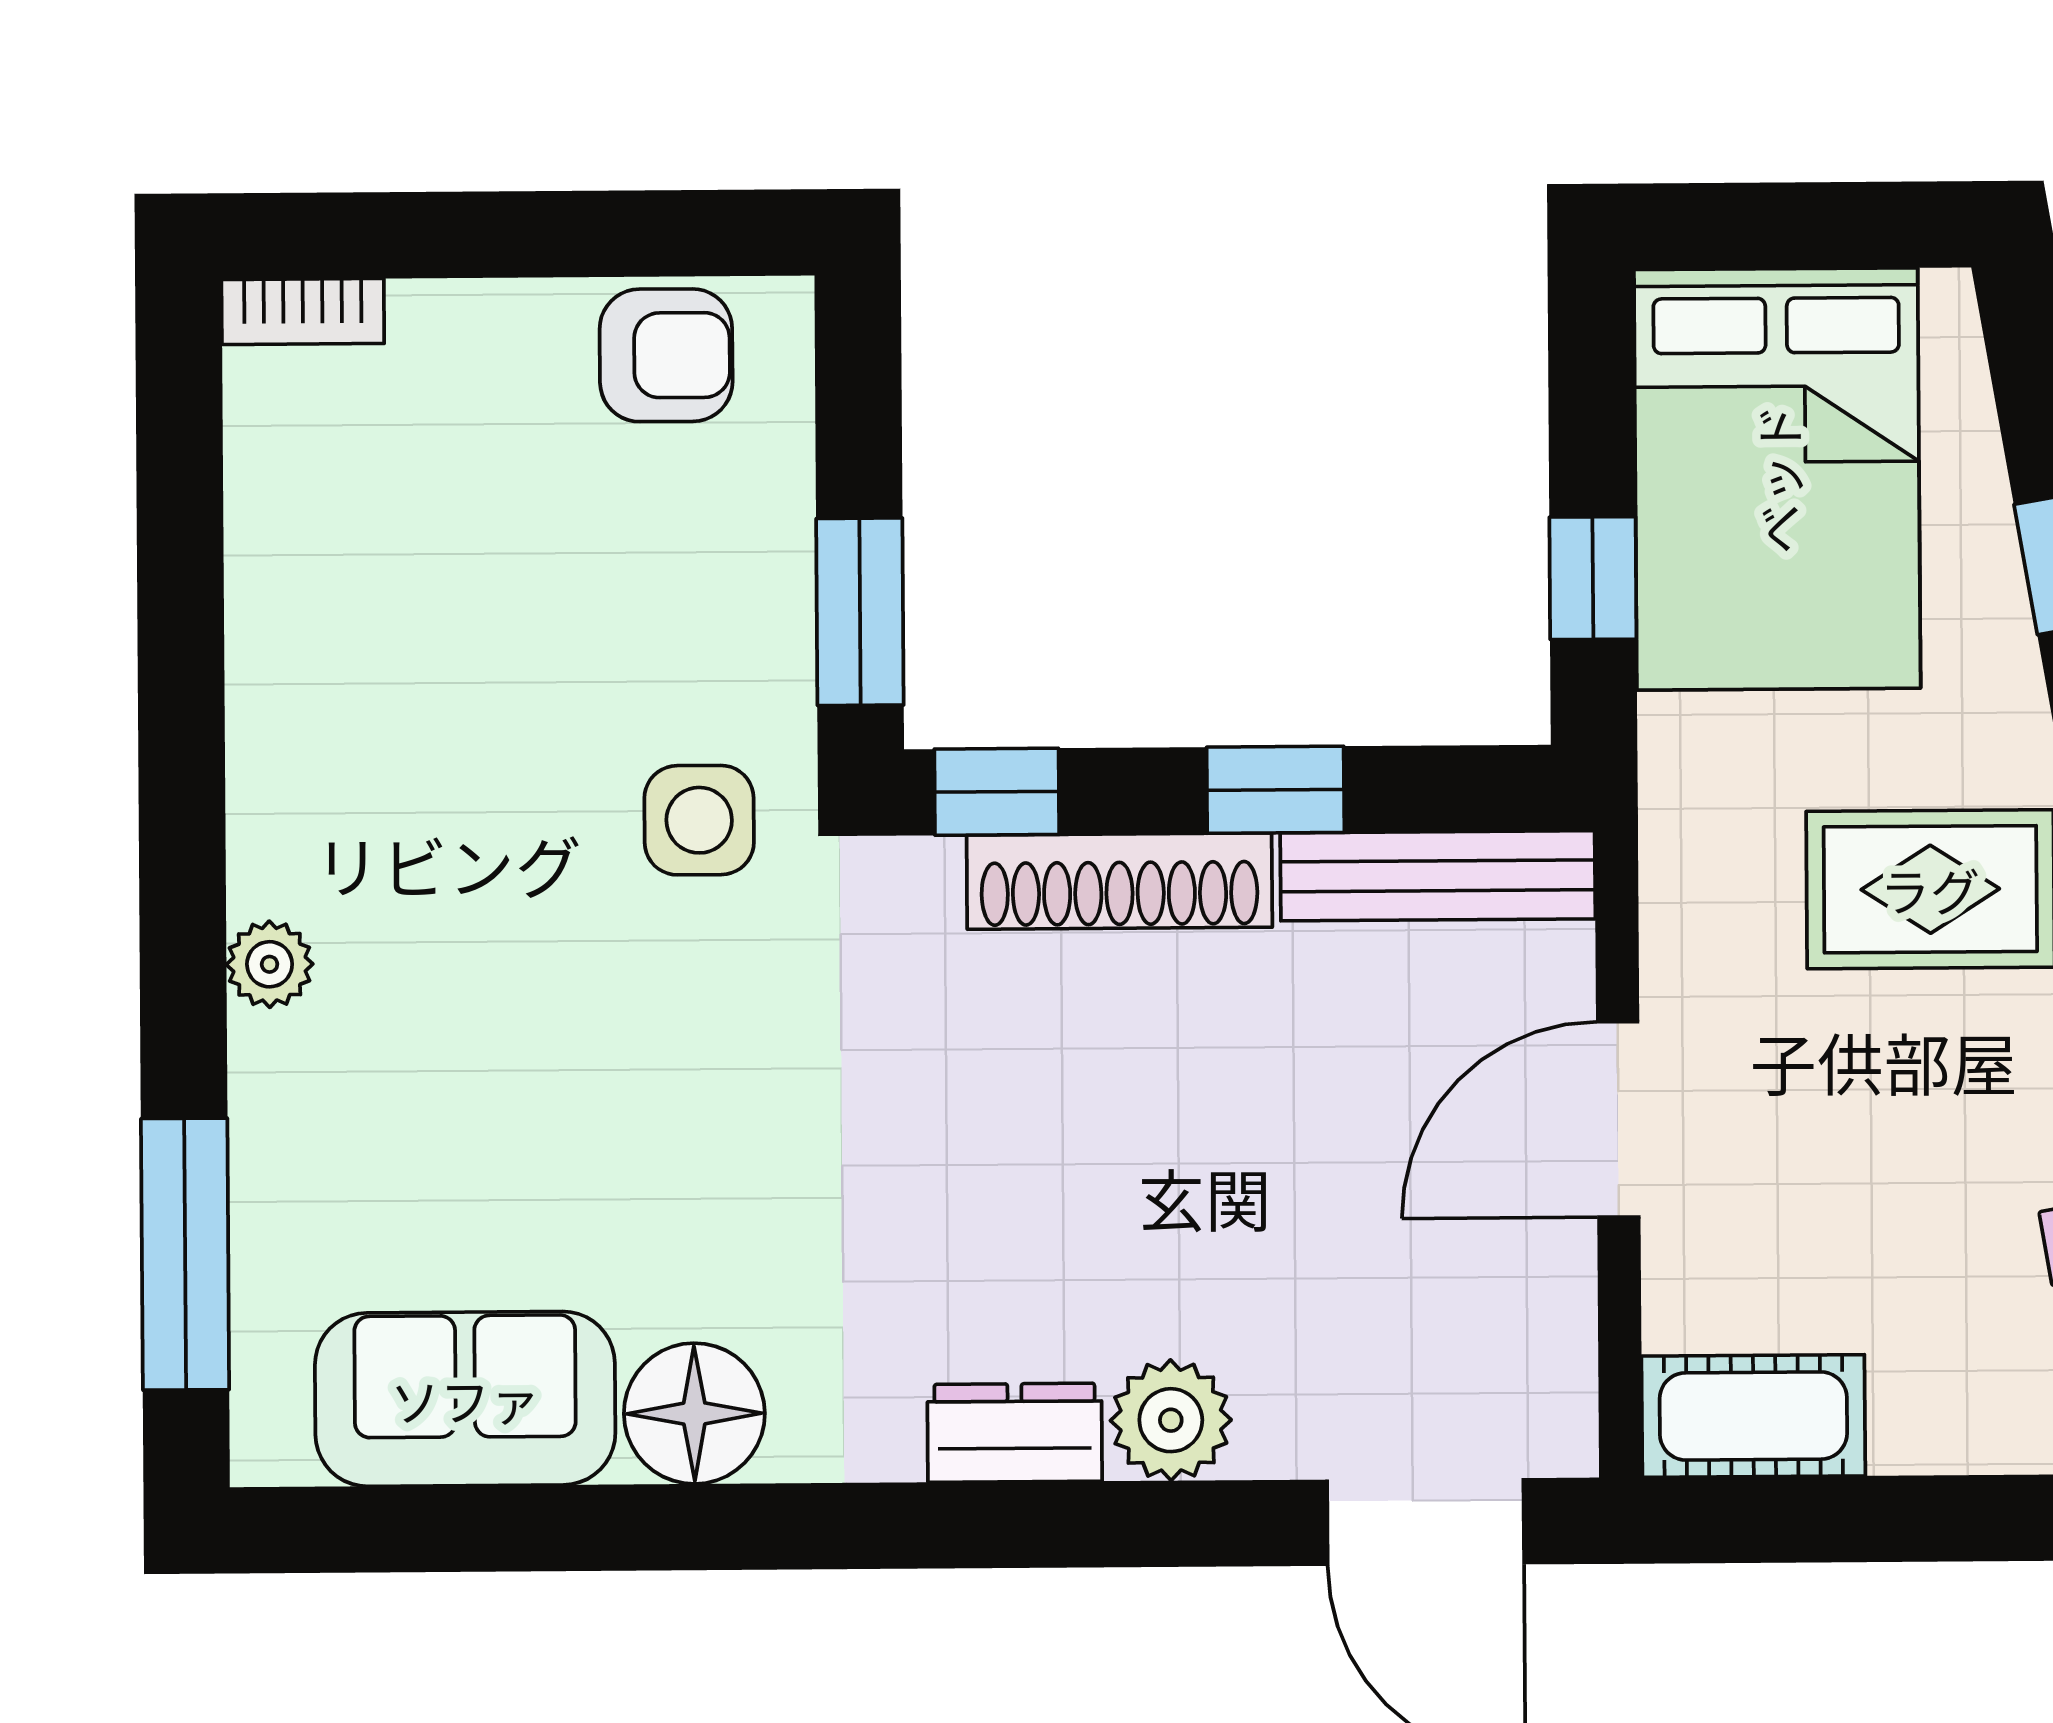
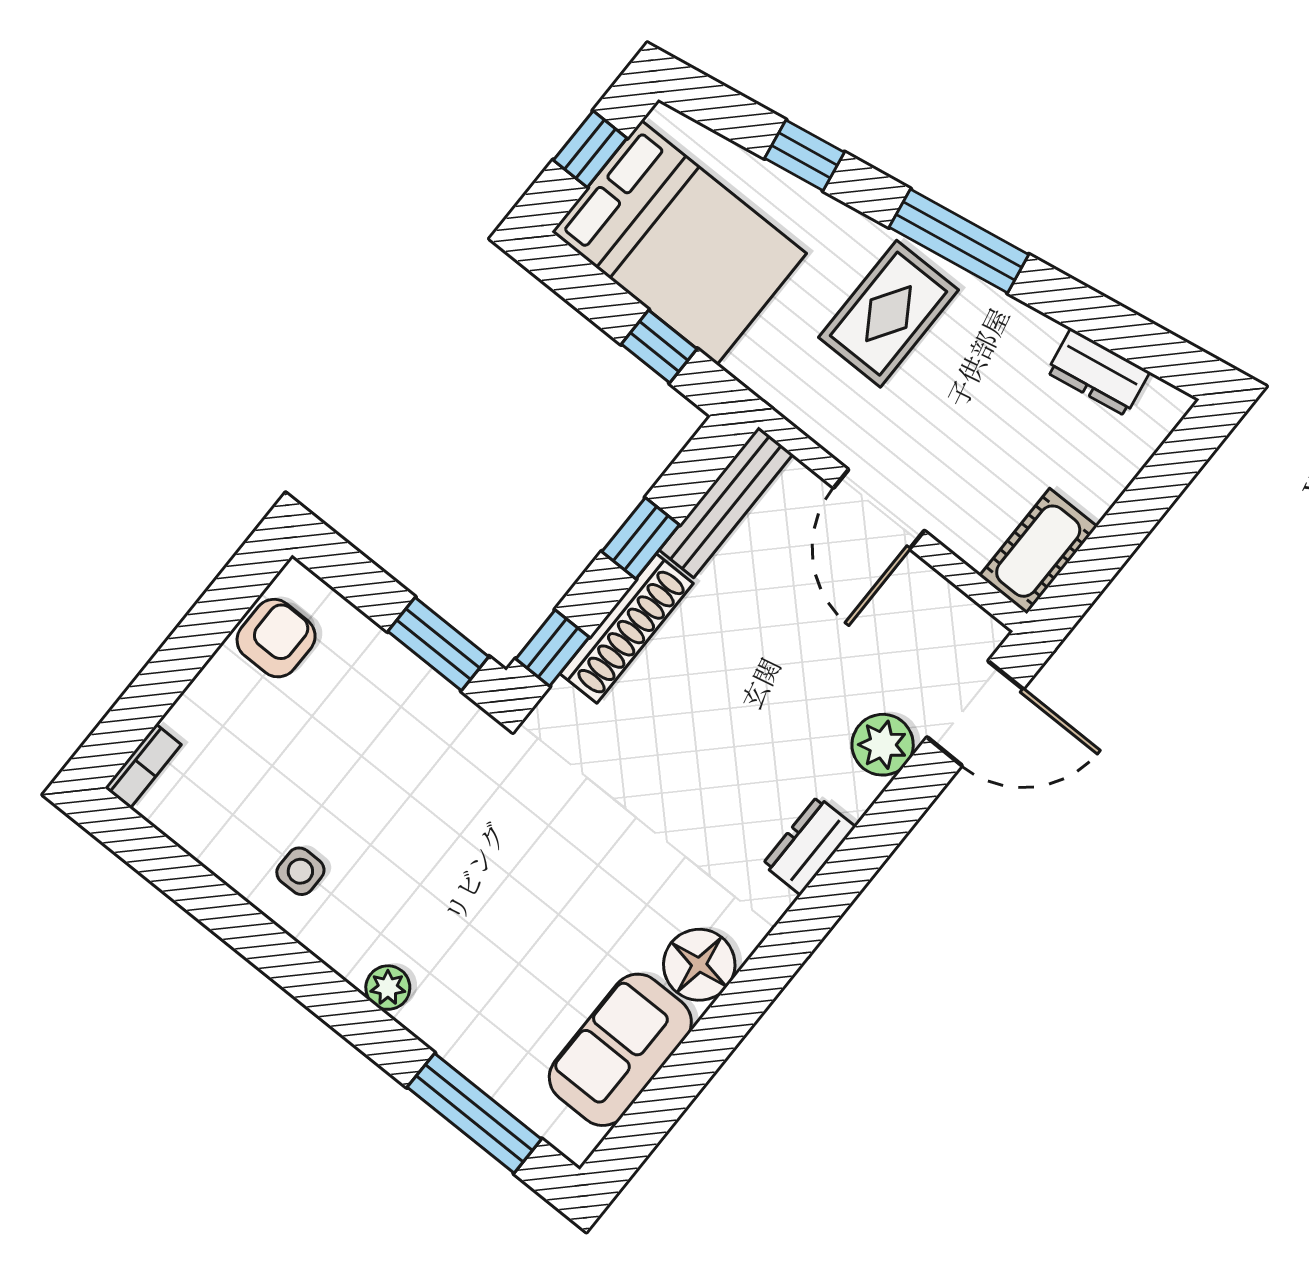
window: (1809, 225) -> (590, 149), added
side table: (699, 820) -> (300, 871), moved, width x0.73, depth x0.73
plant: (1171, 1420) -> (883, 745), moved

